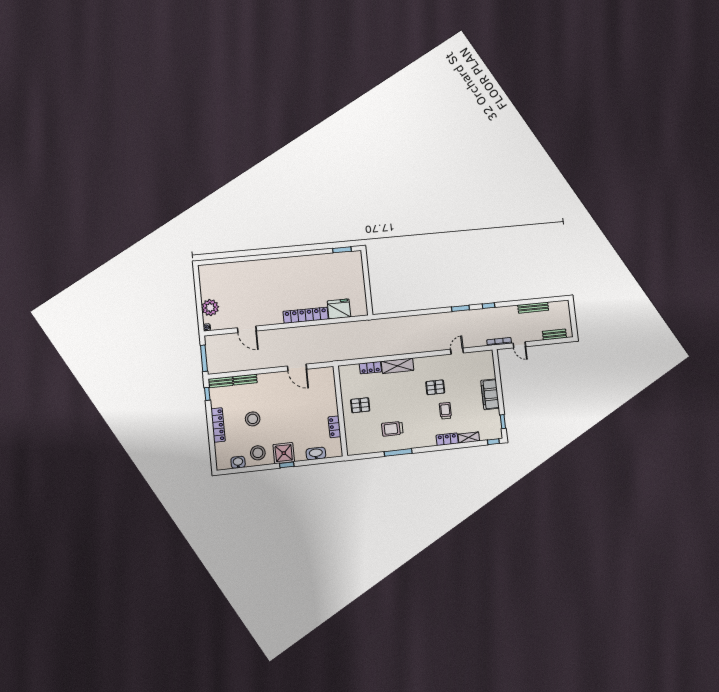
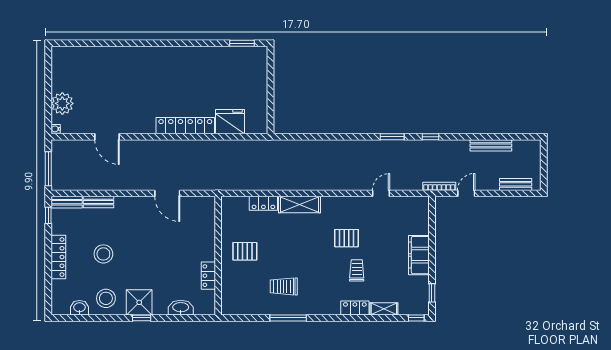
door: (519, 345) -> (466, 193), swing flipped

